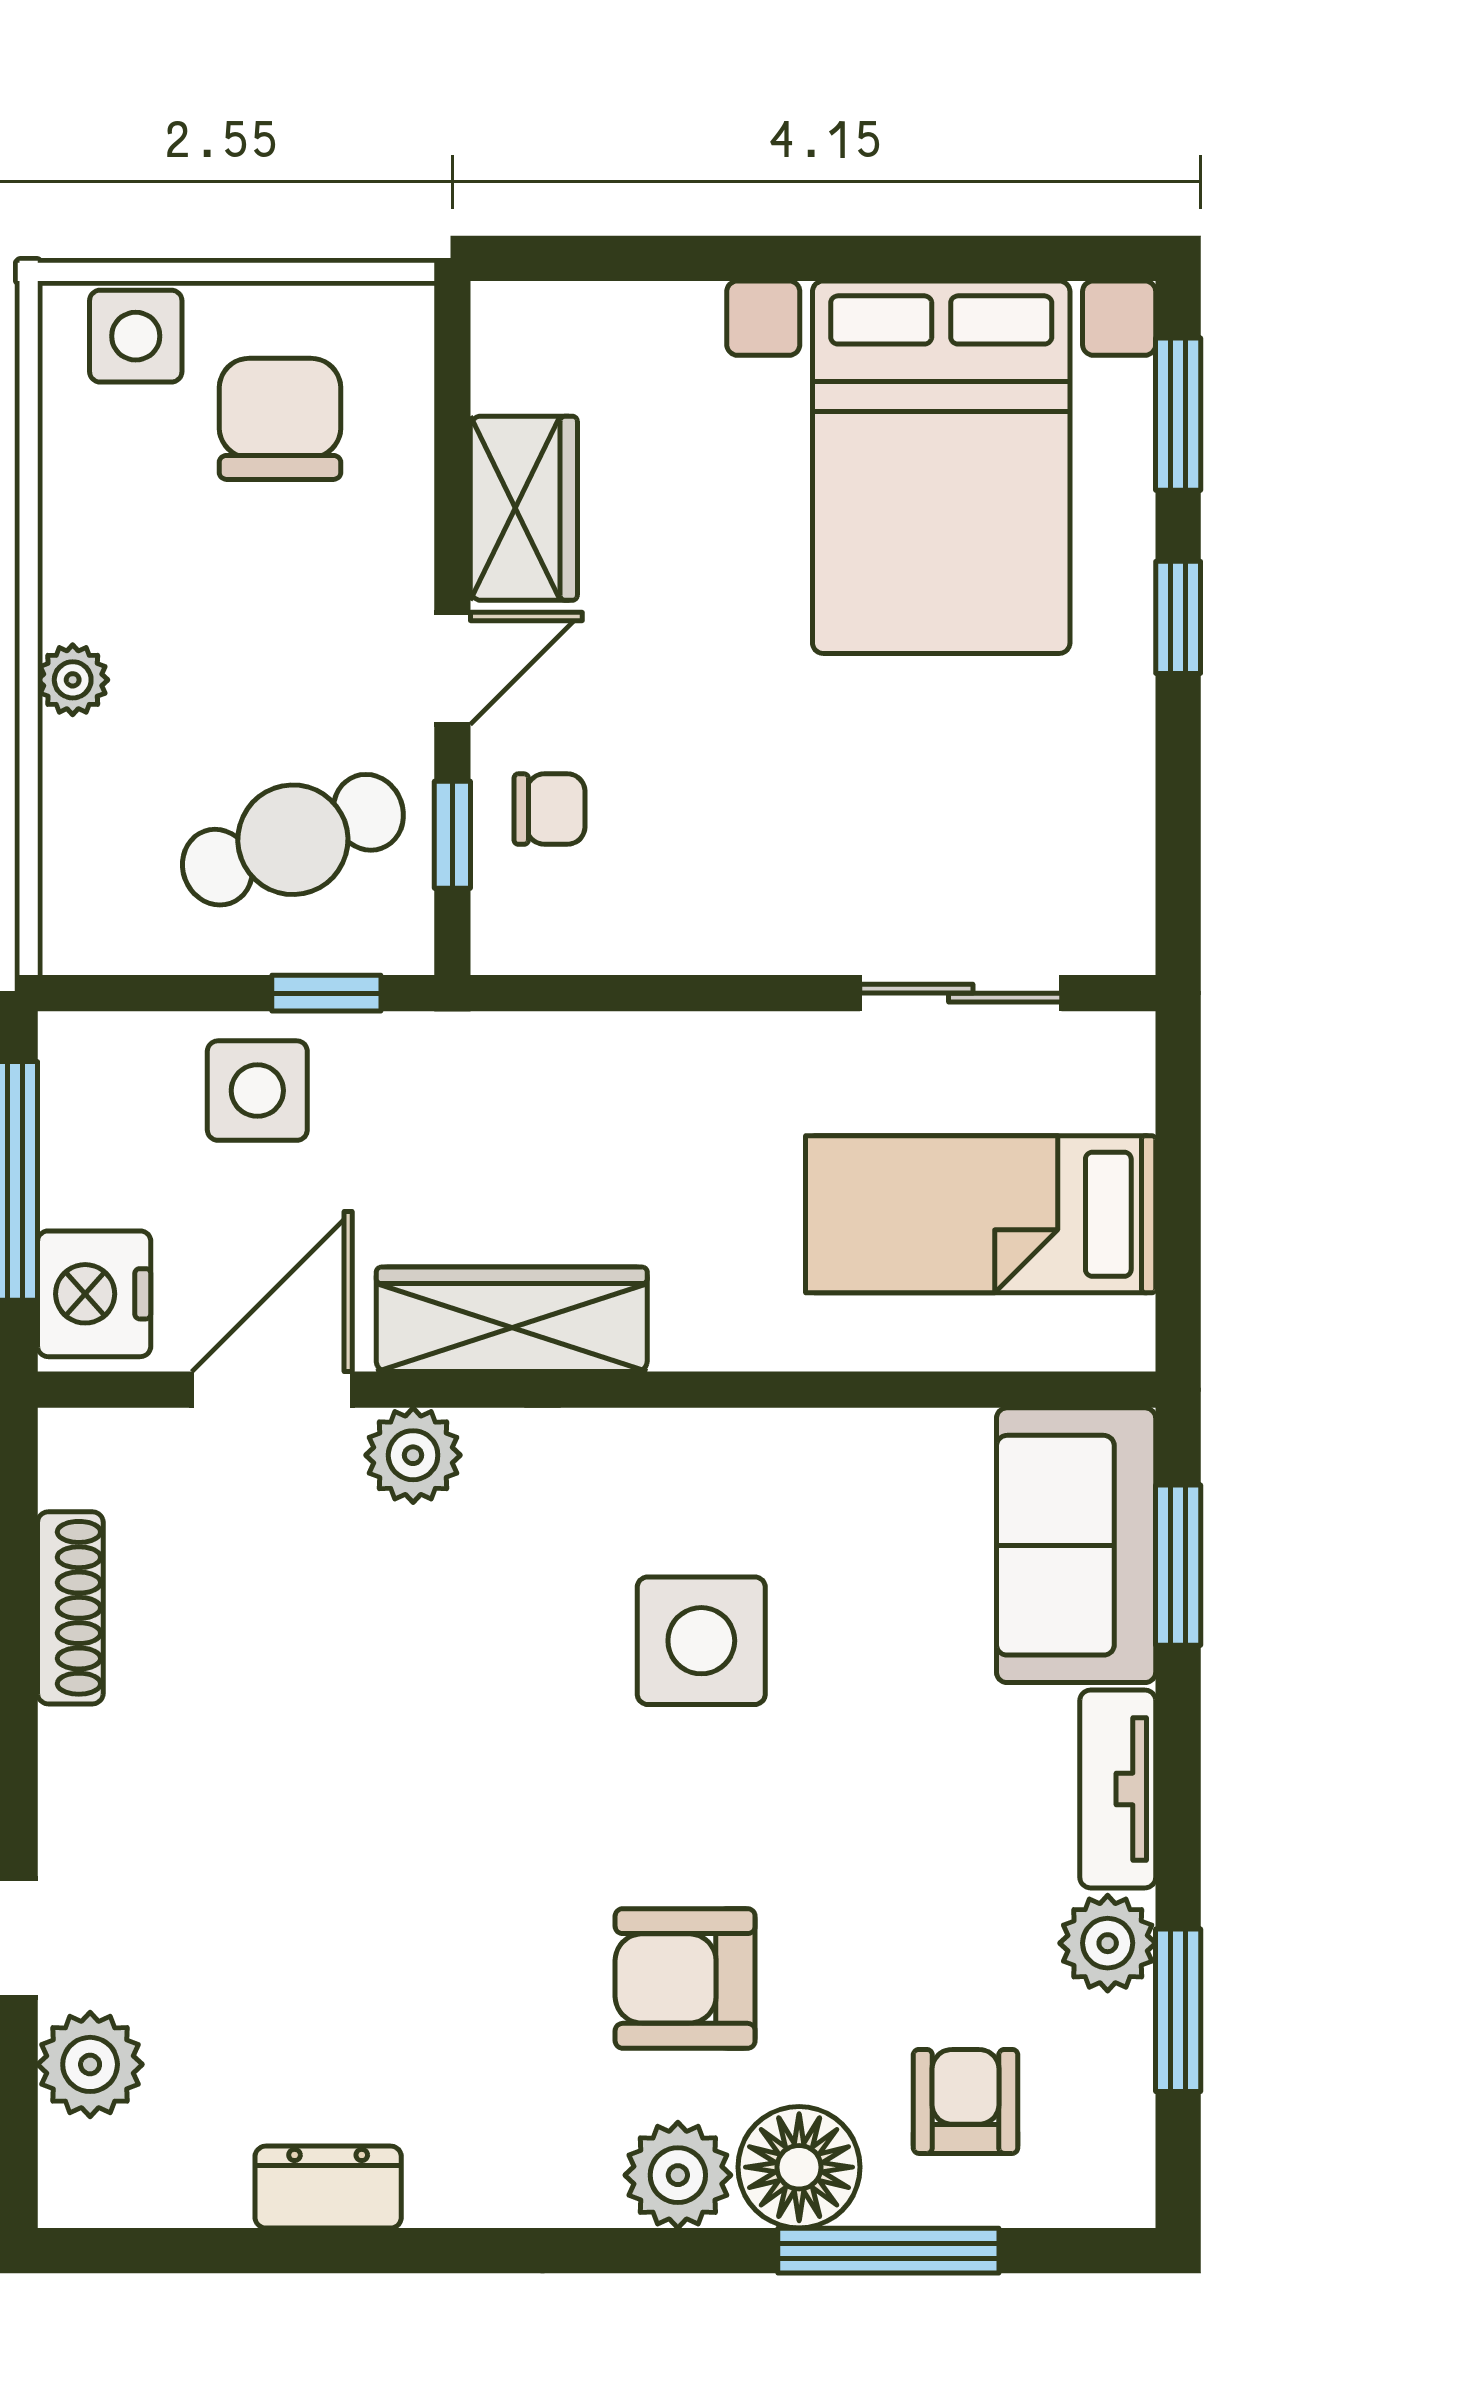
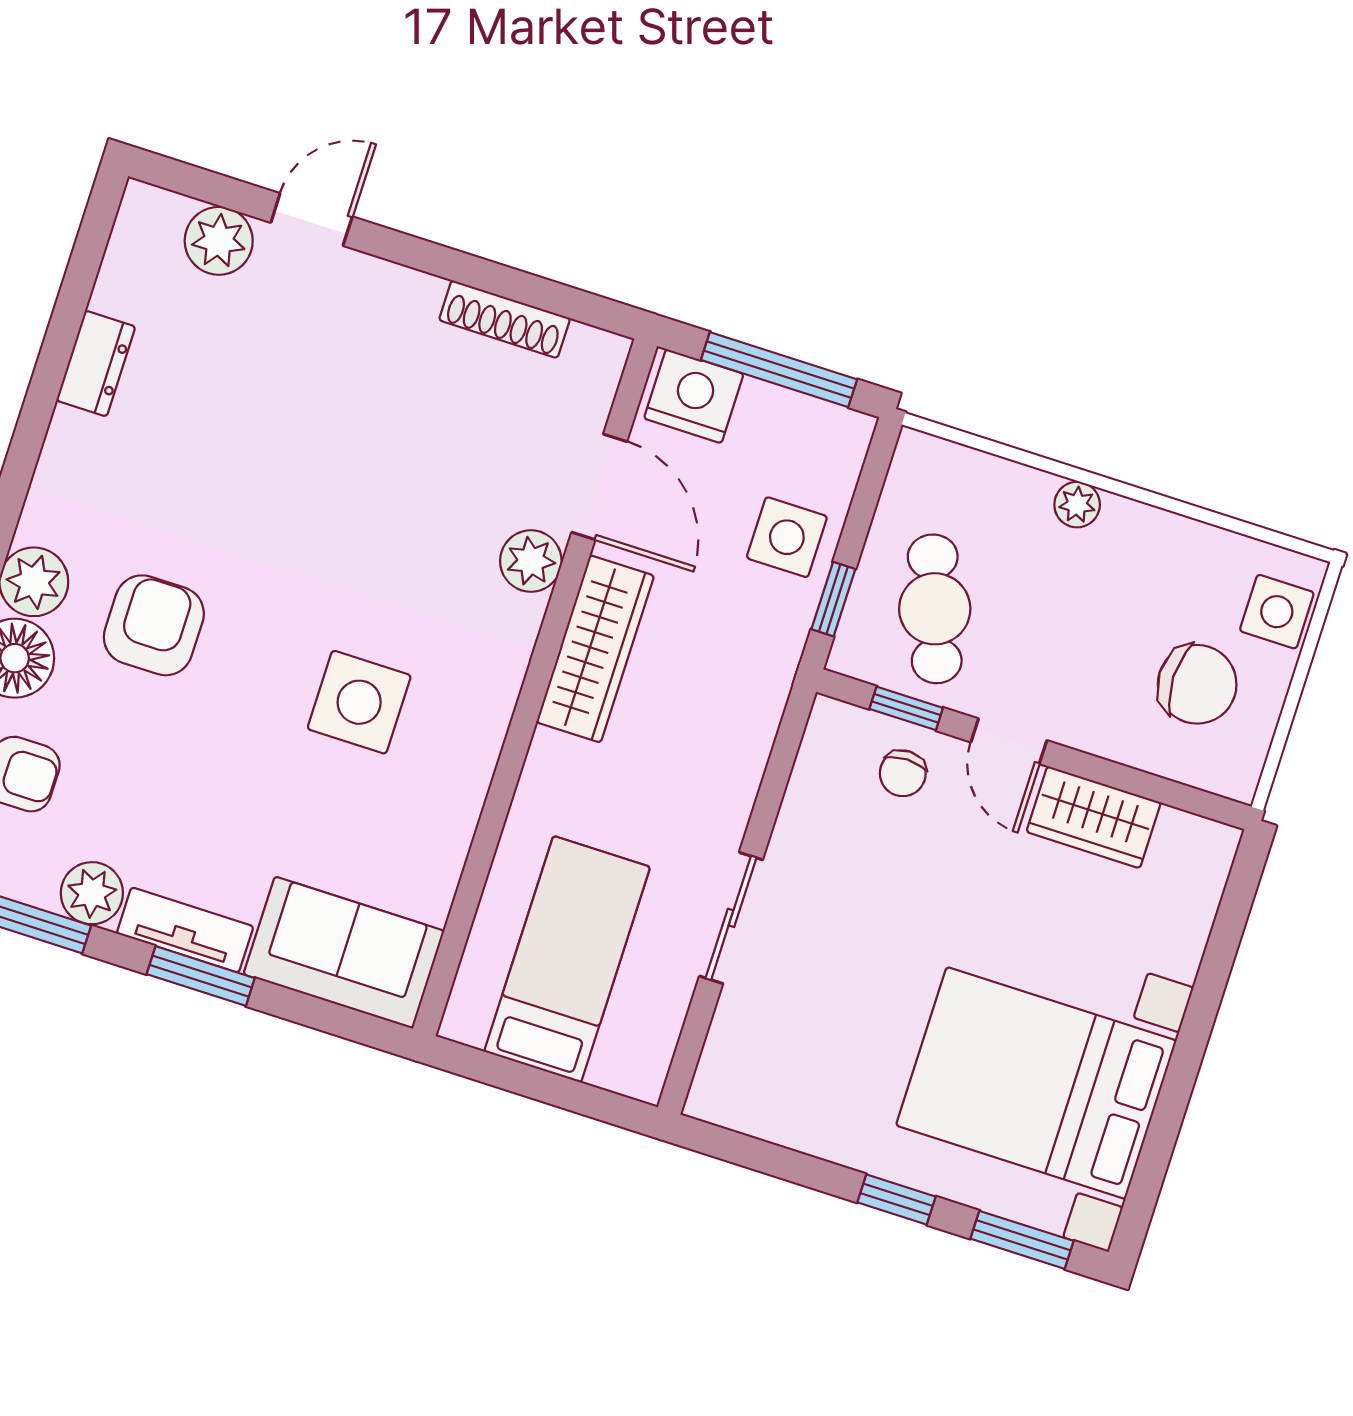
sliding door: (961, 993) -> (731, 918), moved
window: (1178, 1565) -> (201, 976), moved

